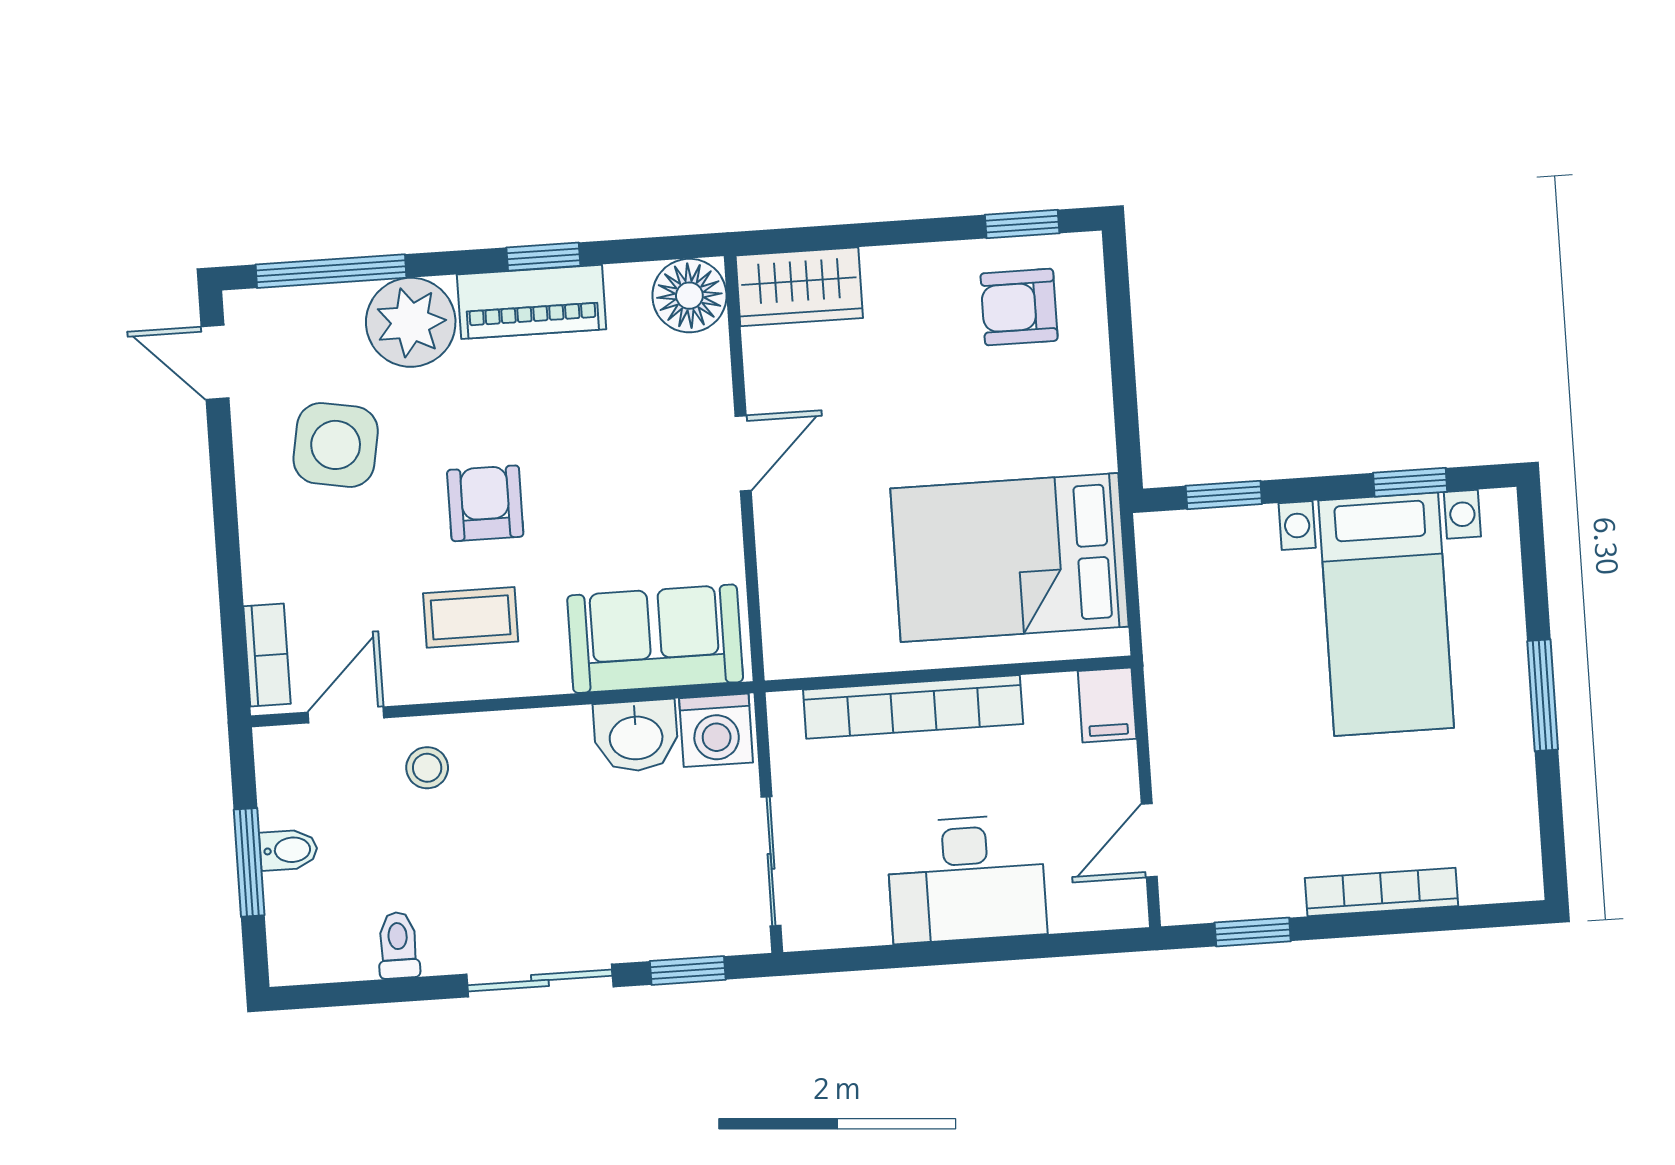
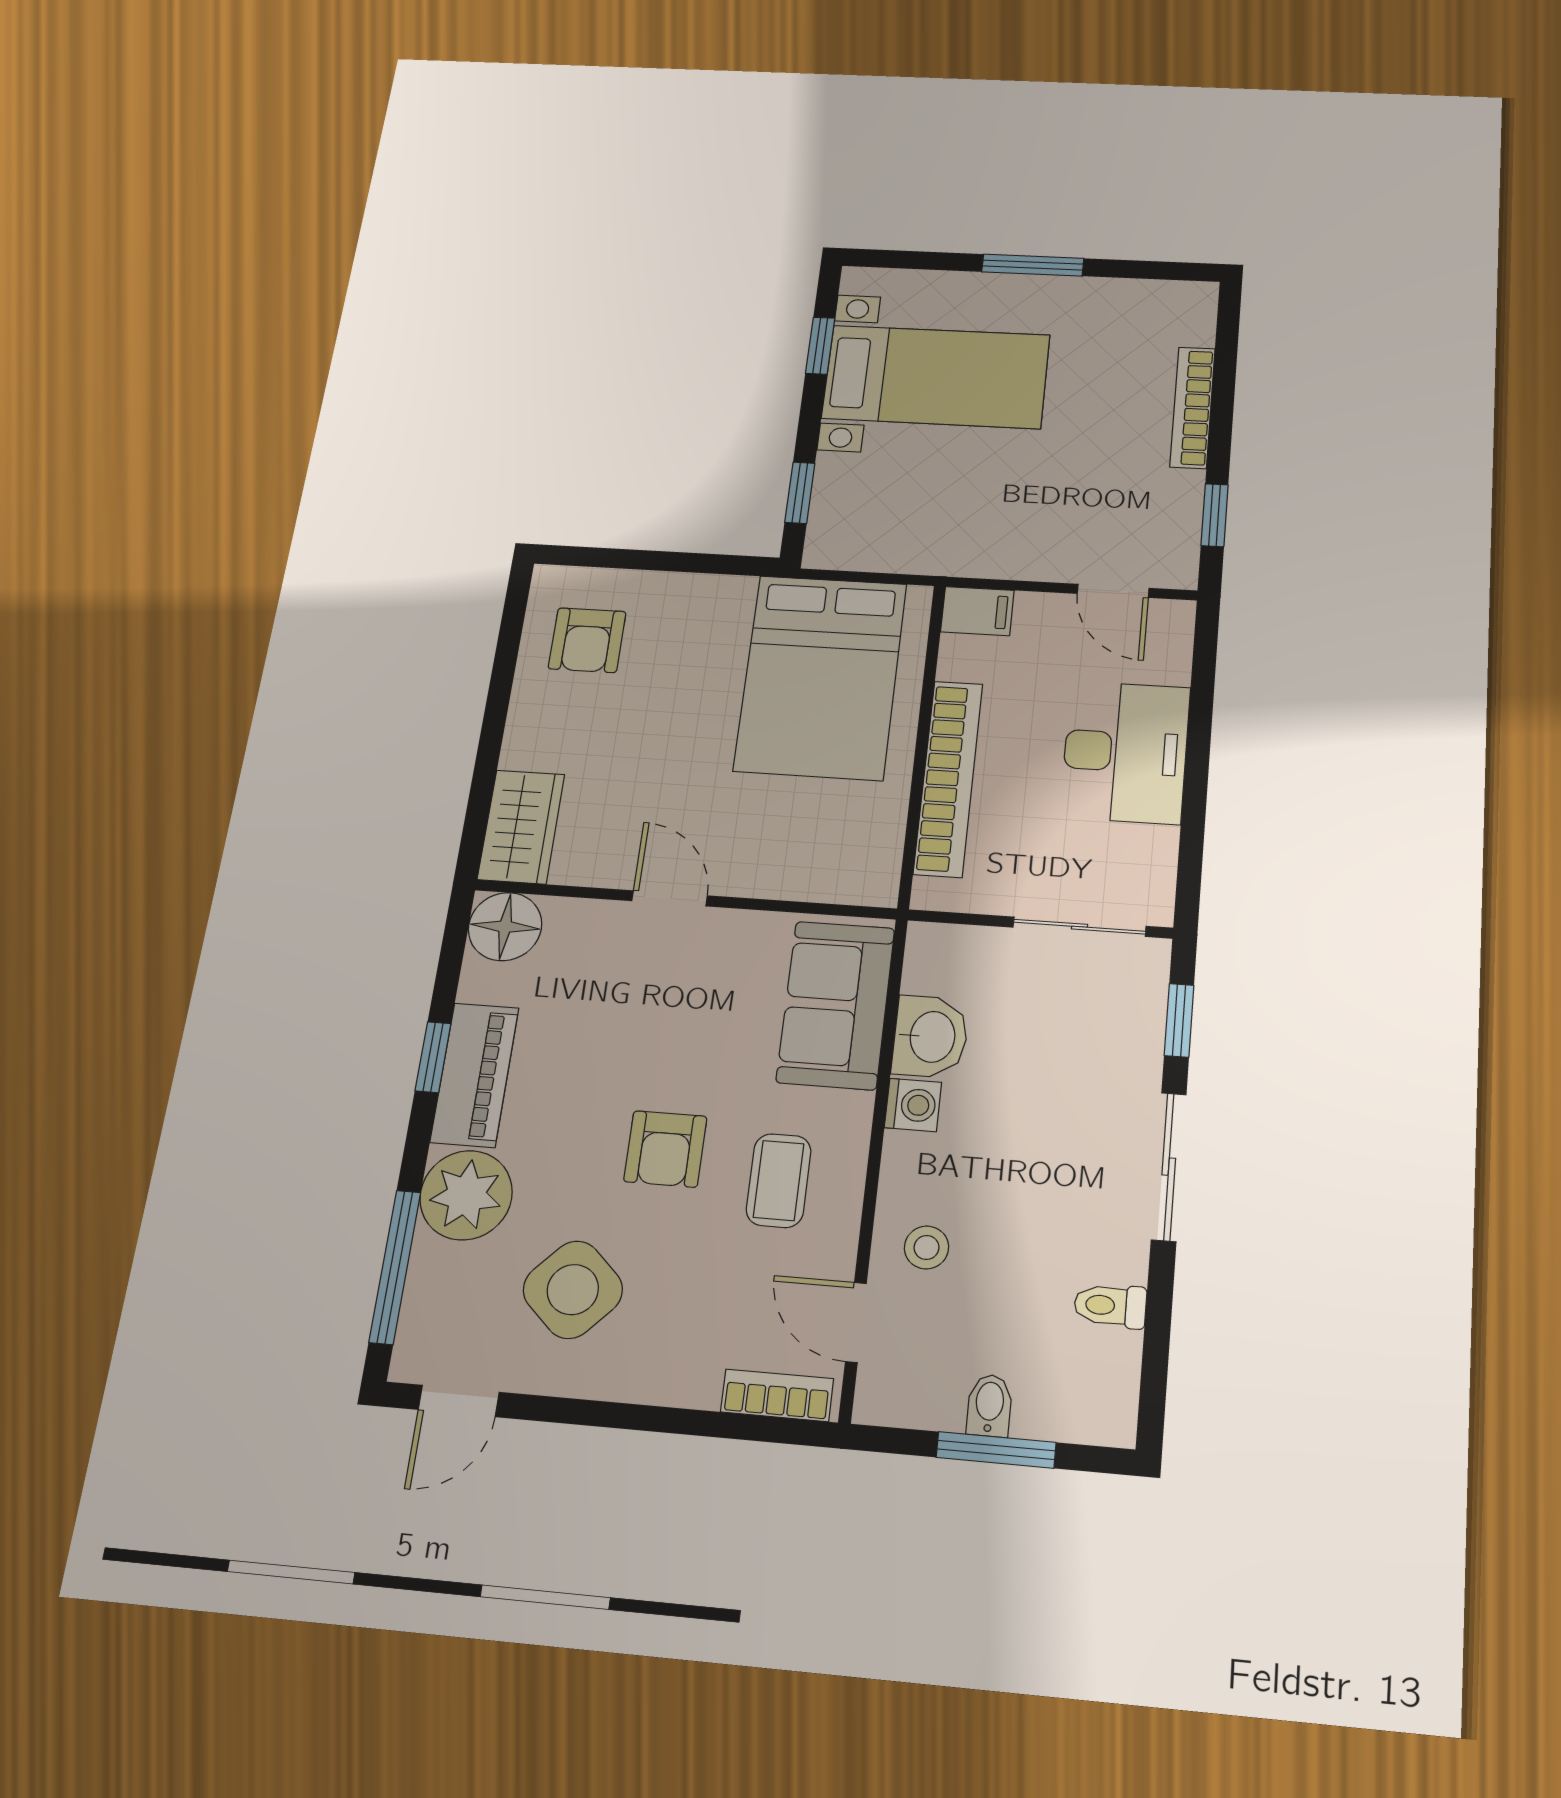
window: (1022, 224) -> (511, 628), removed
side table: (336, 445) -> (573, 1290), turned 33
armchair: (485, 503) -> (665, 1149), turned -90
washing machine: (716, 730) -> (913, 1105), moved, width x0.73, depth x0.73

